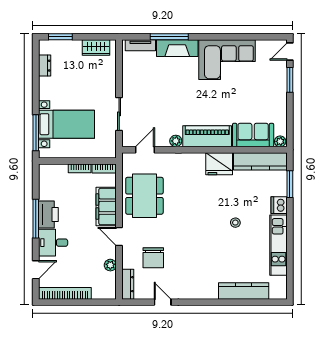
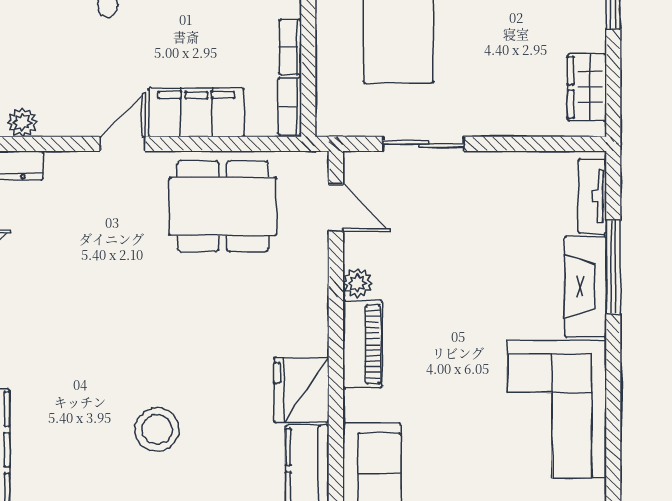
piano: (207, 136) -> (362, 344), width x0.73, depth x0.75
stool: (235, 223) -> (157, 429), width x1.89, depth x1.89
chair: (153, 258) -> (71, 228), removed
plant: (110, 265) -> (22, 122), moved

